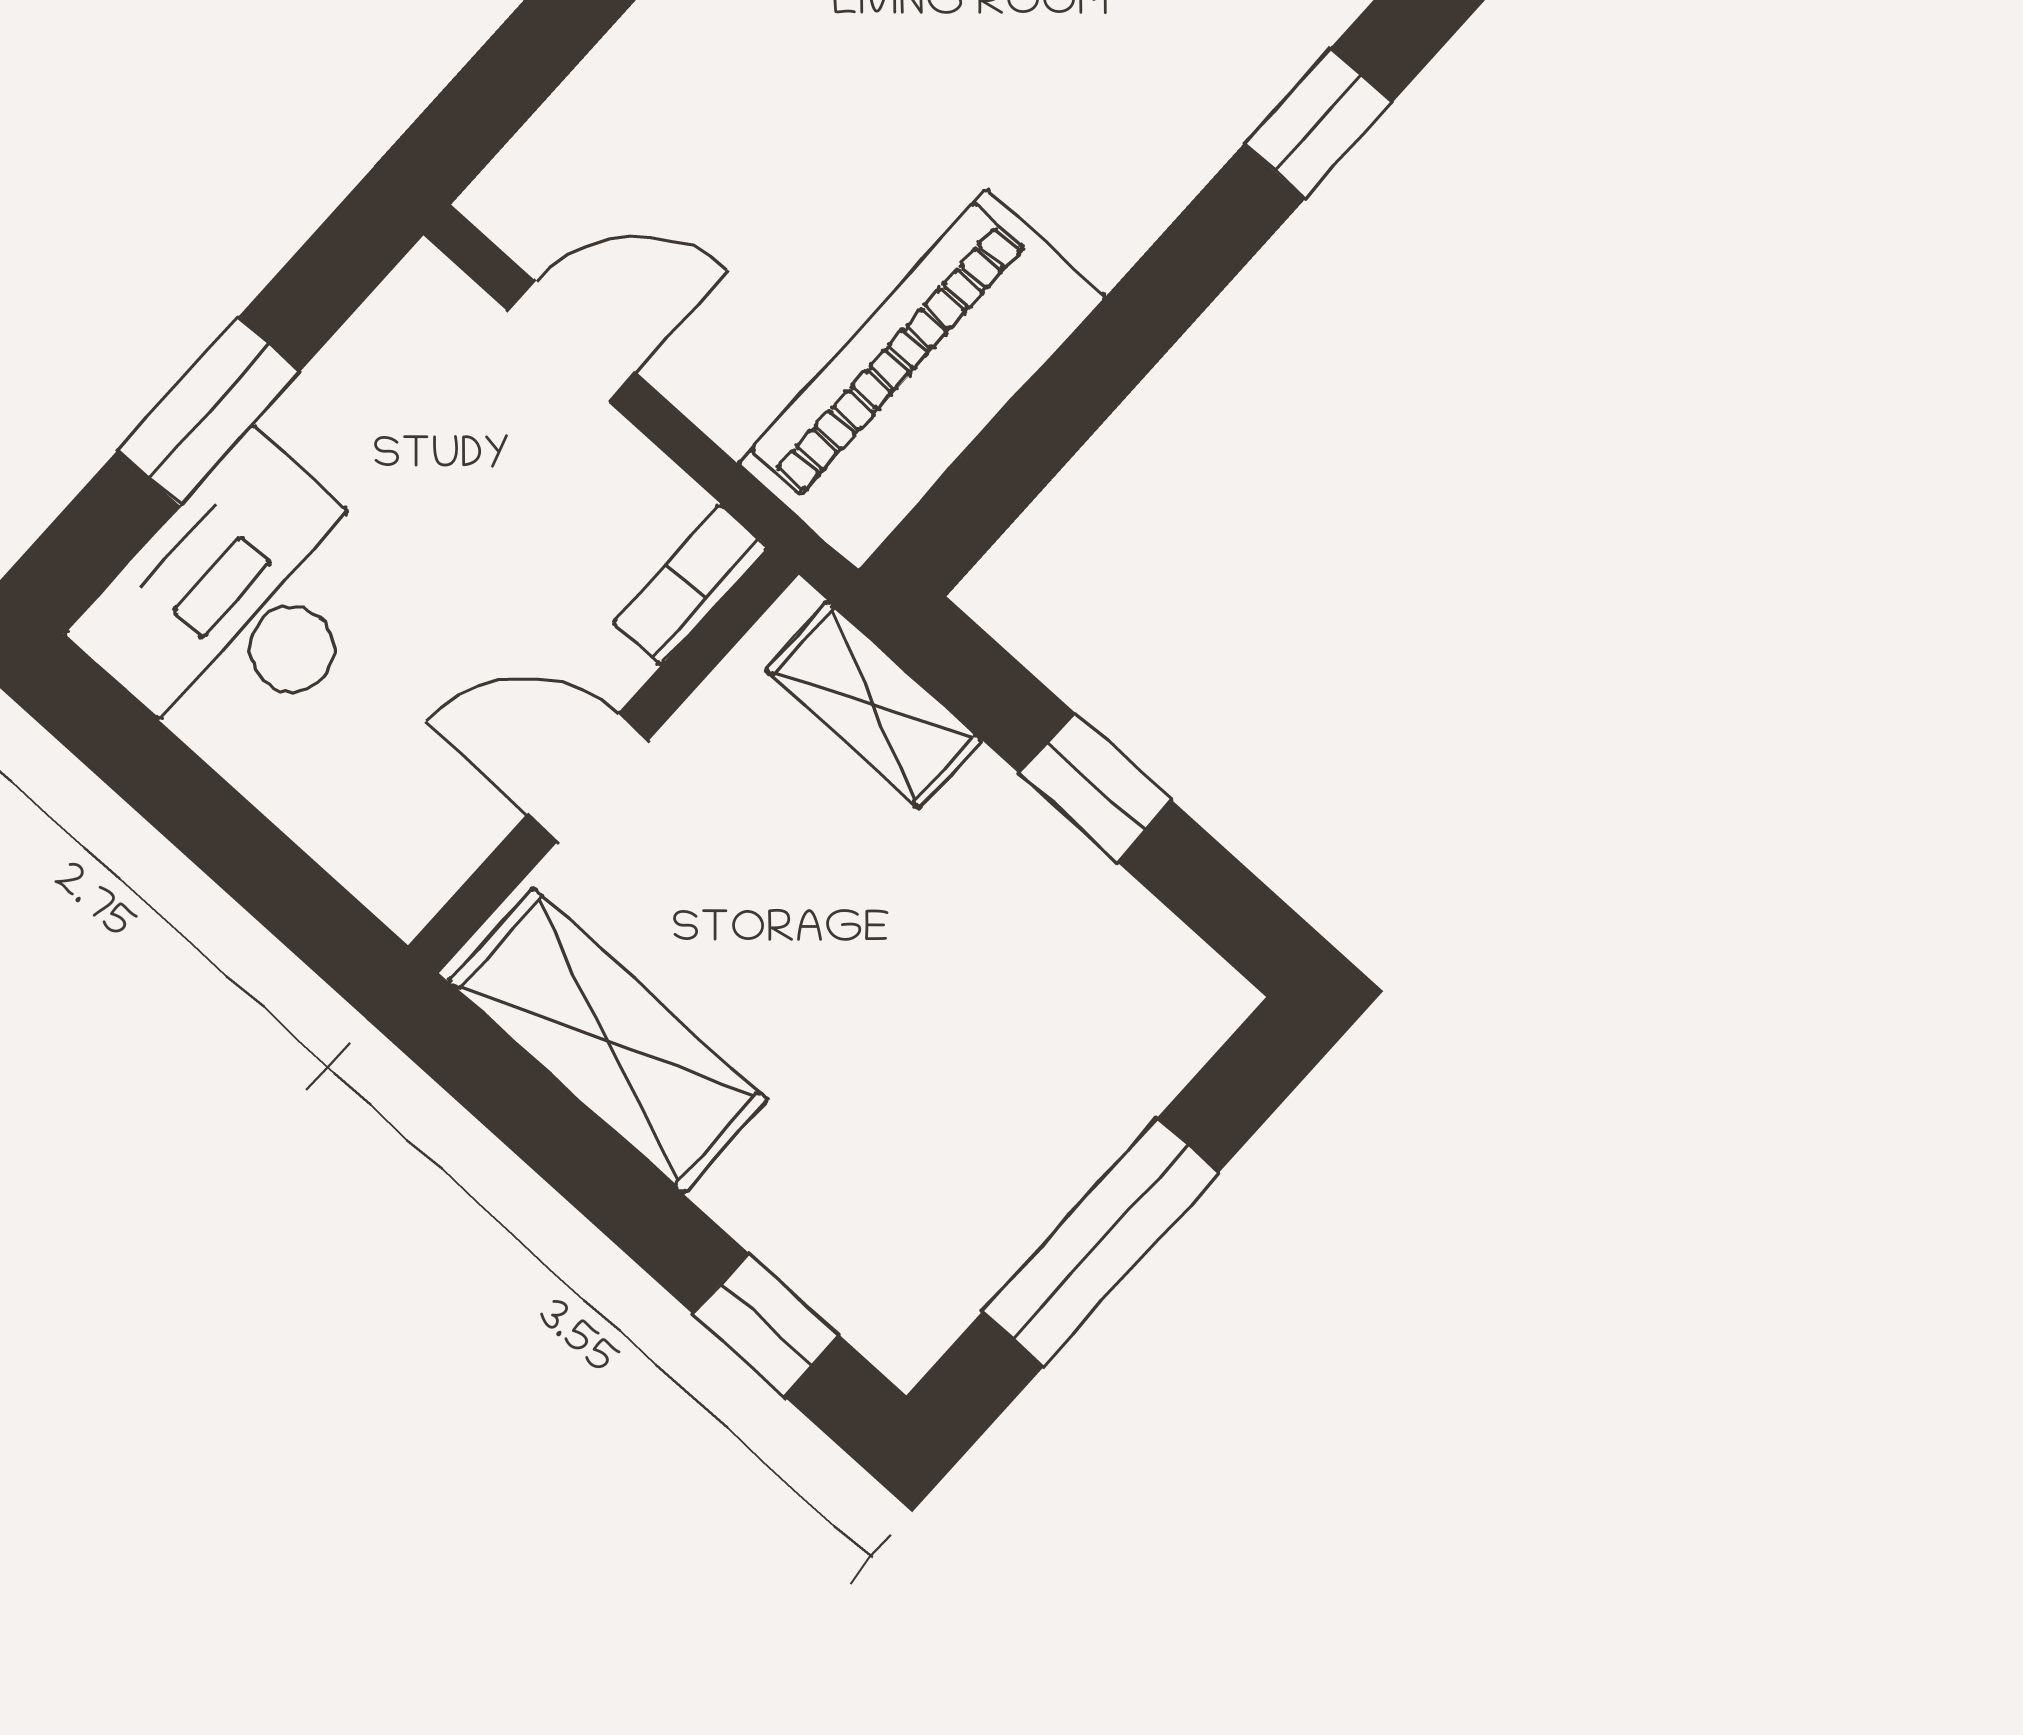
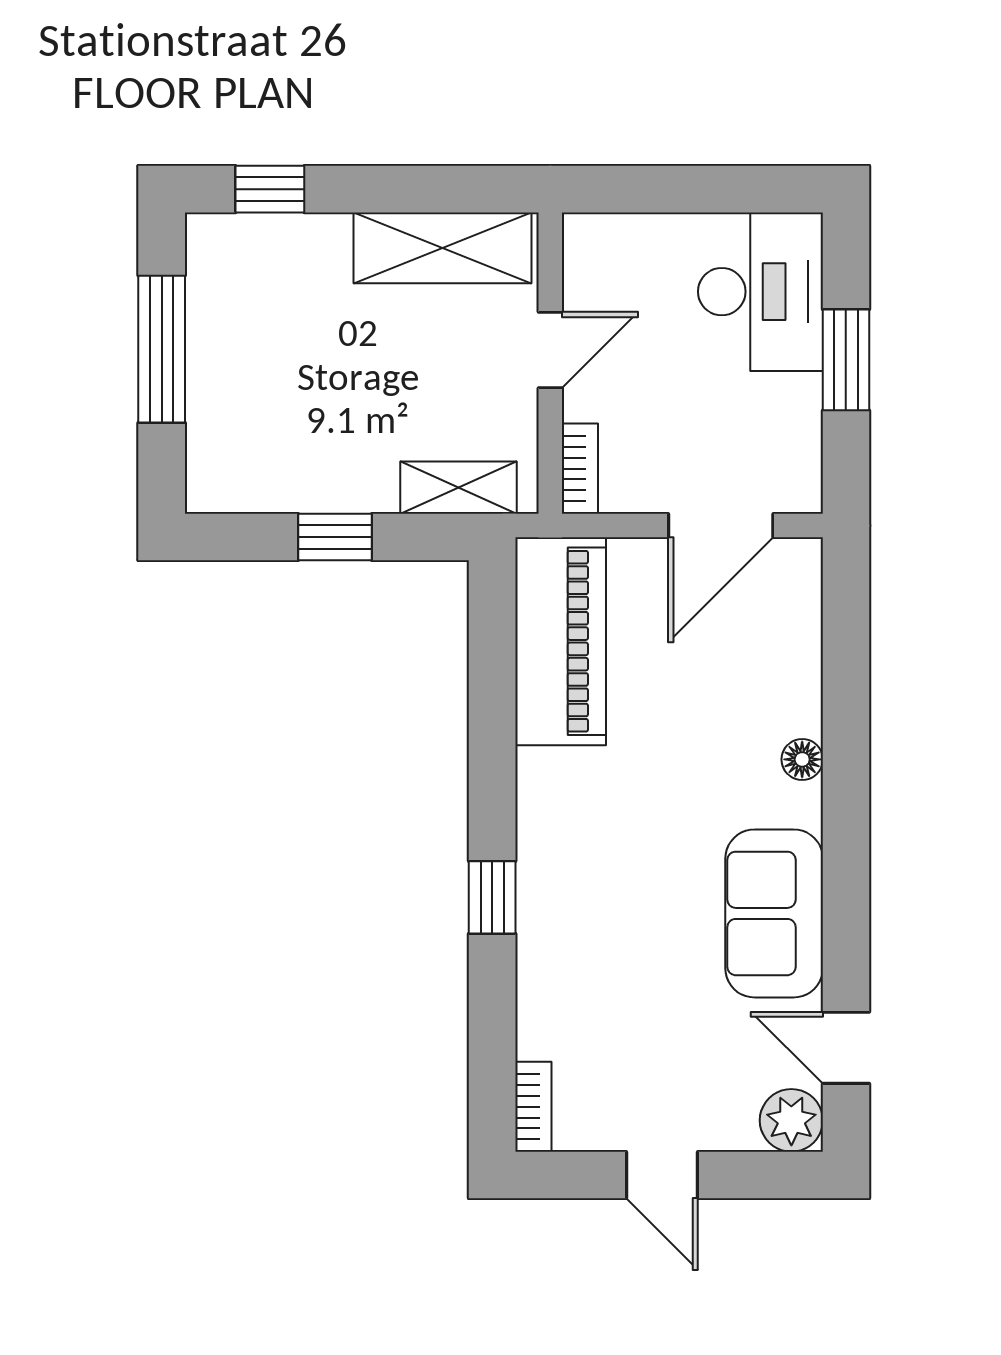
door: (572, 342) -> (721, 525), width x1.38

